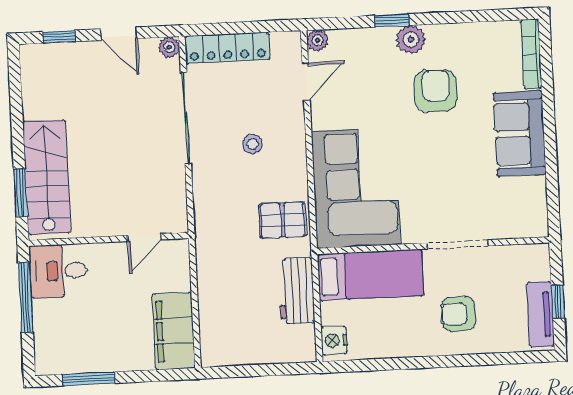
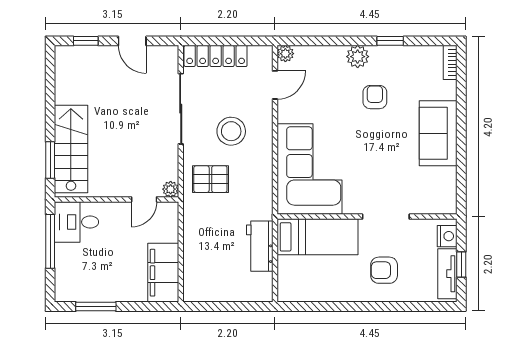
window: (392, 20) -> (390, 41), moved
plant: (169, 47) -> (171, 189), moved
bookcase: (531, 54) -> (450, 62), width x0.64
armchair: (436, 91) -> (375, 97), width x0.72, depth x0.72
stool: (252, 144) -> (231, 131), width x1.89, depth x1.89
pallet: (283, 220) -> (210, 179), moved
nightstand: (334, 340) -> (447, 236), moved, turned 180

